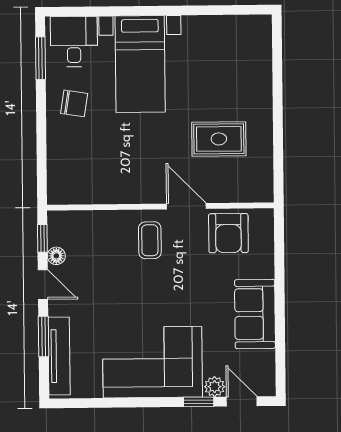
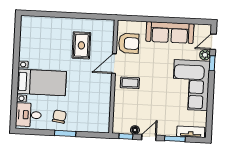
window: (41, 58) -> (65, 133), moved
sofa: (255, 314) -> (170, 33), width x1.36
tv unit: (59, 356) -> (191, 132), width x0.71

